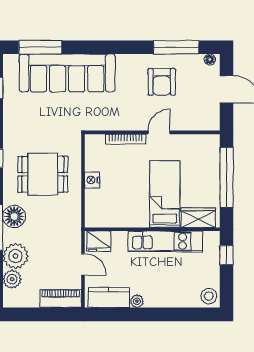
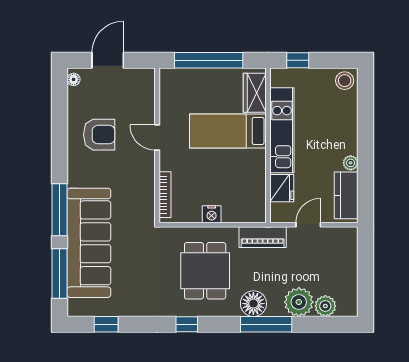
window: (176, 47) -> (60, 210), moved
bookcase: (125, 139) -> (165, 195), moved
fridge: (99, 241) -> (282, 188), moved
piano: (61, 298) -> (263, 237), moved, turned -90

